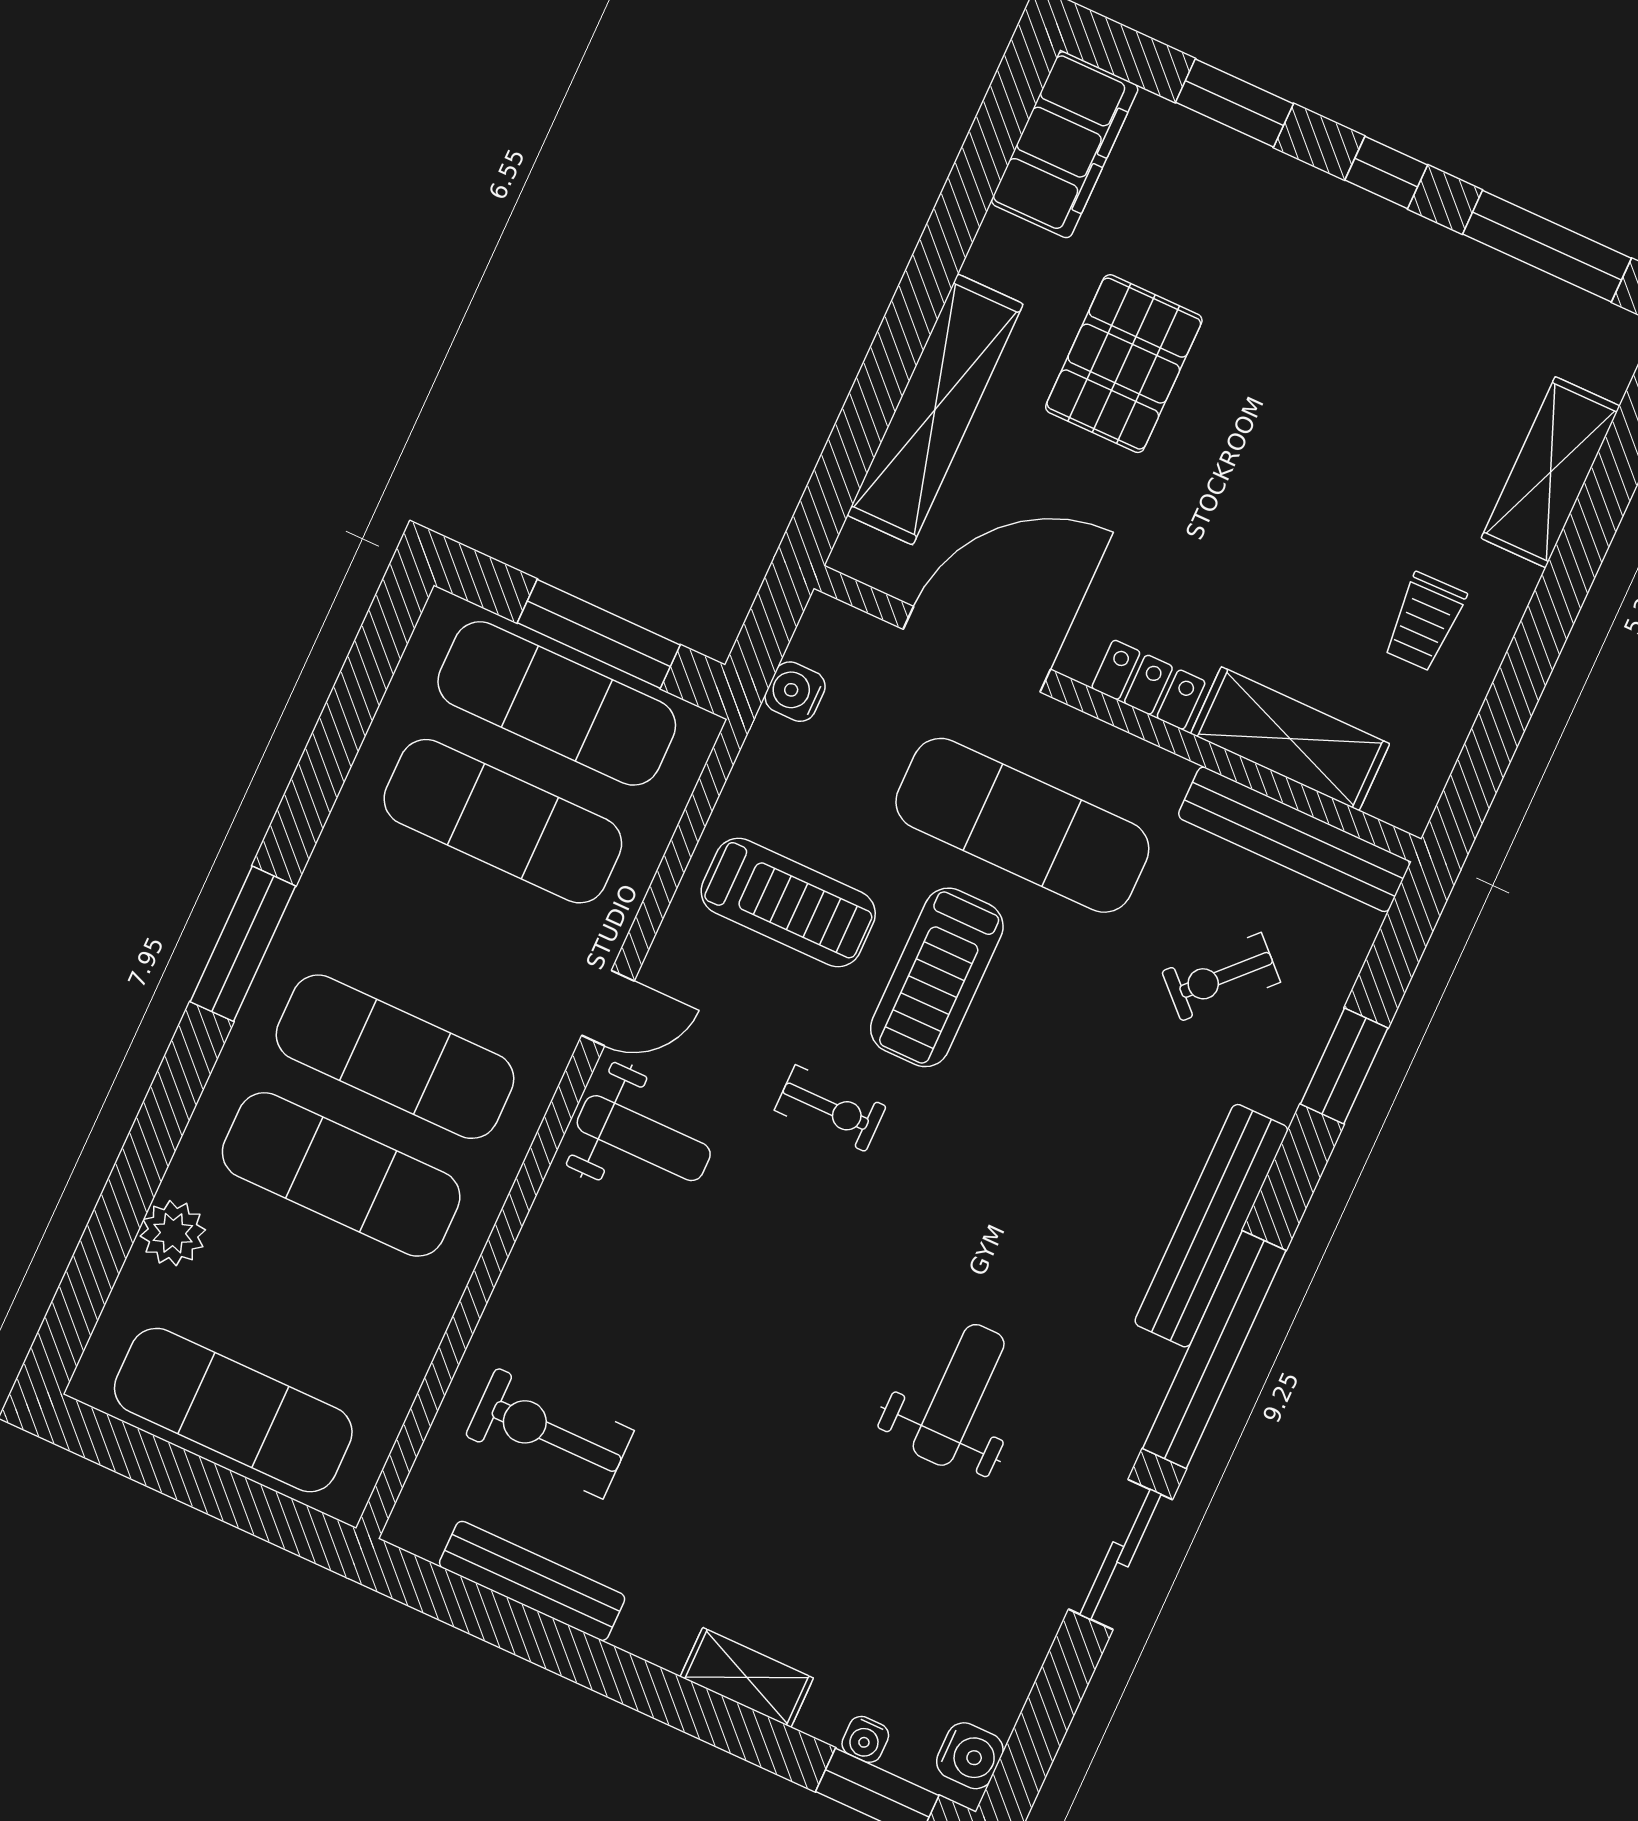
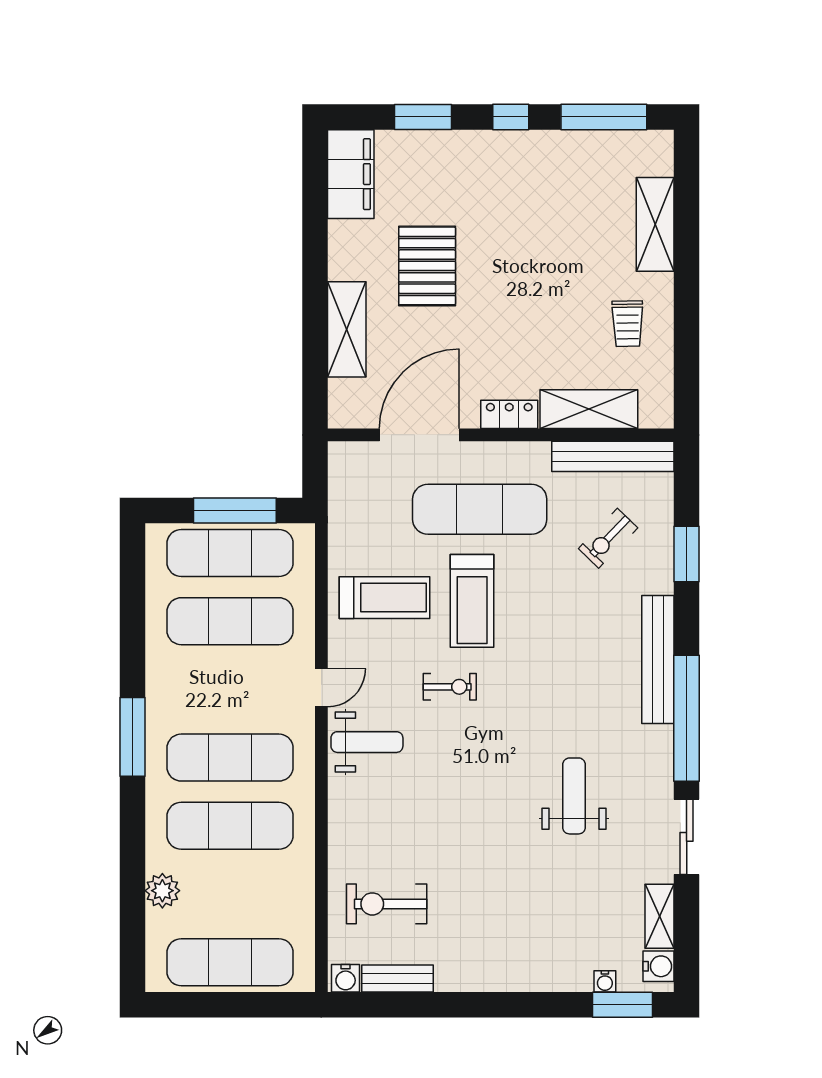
shelving: (935, 409) -> (347, 329), width x0.68
water cooler: (795, 692) -> (346, 978), moved, turned -90
bench: (532, 1581) -> (398, 979), width x0.73
shelving: (747, 1677) -> (659, 916), moved, turned 90

